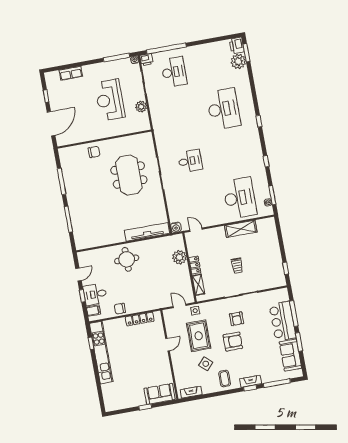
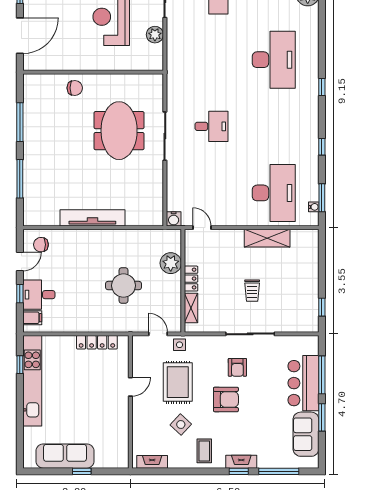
tv unit: (147, 232) -> (92, 218), moved
round table: (127, 259) -> (124, 286), moved
chair: (120, 309) -> (41, 245), moved
sofa: (160, 394) -> (65, 456), moved, width x1.36

